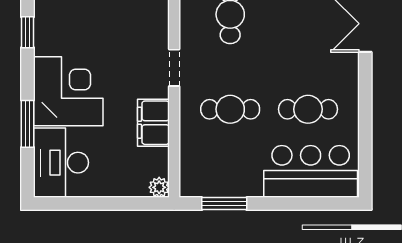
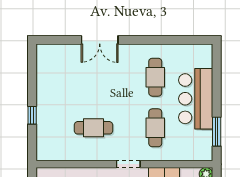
bar counter: (311, 171) -> (196, 99), moved

